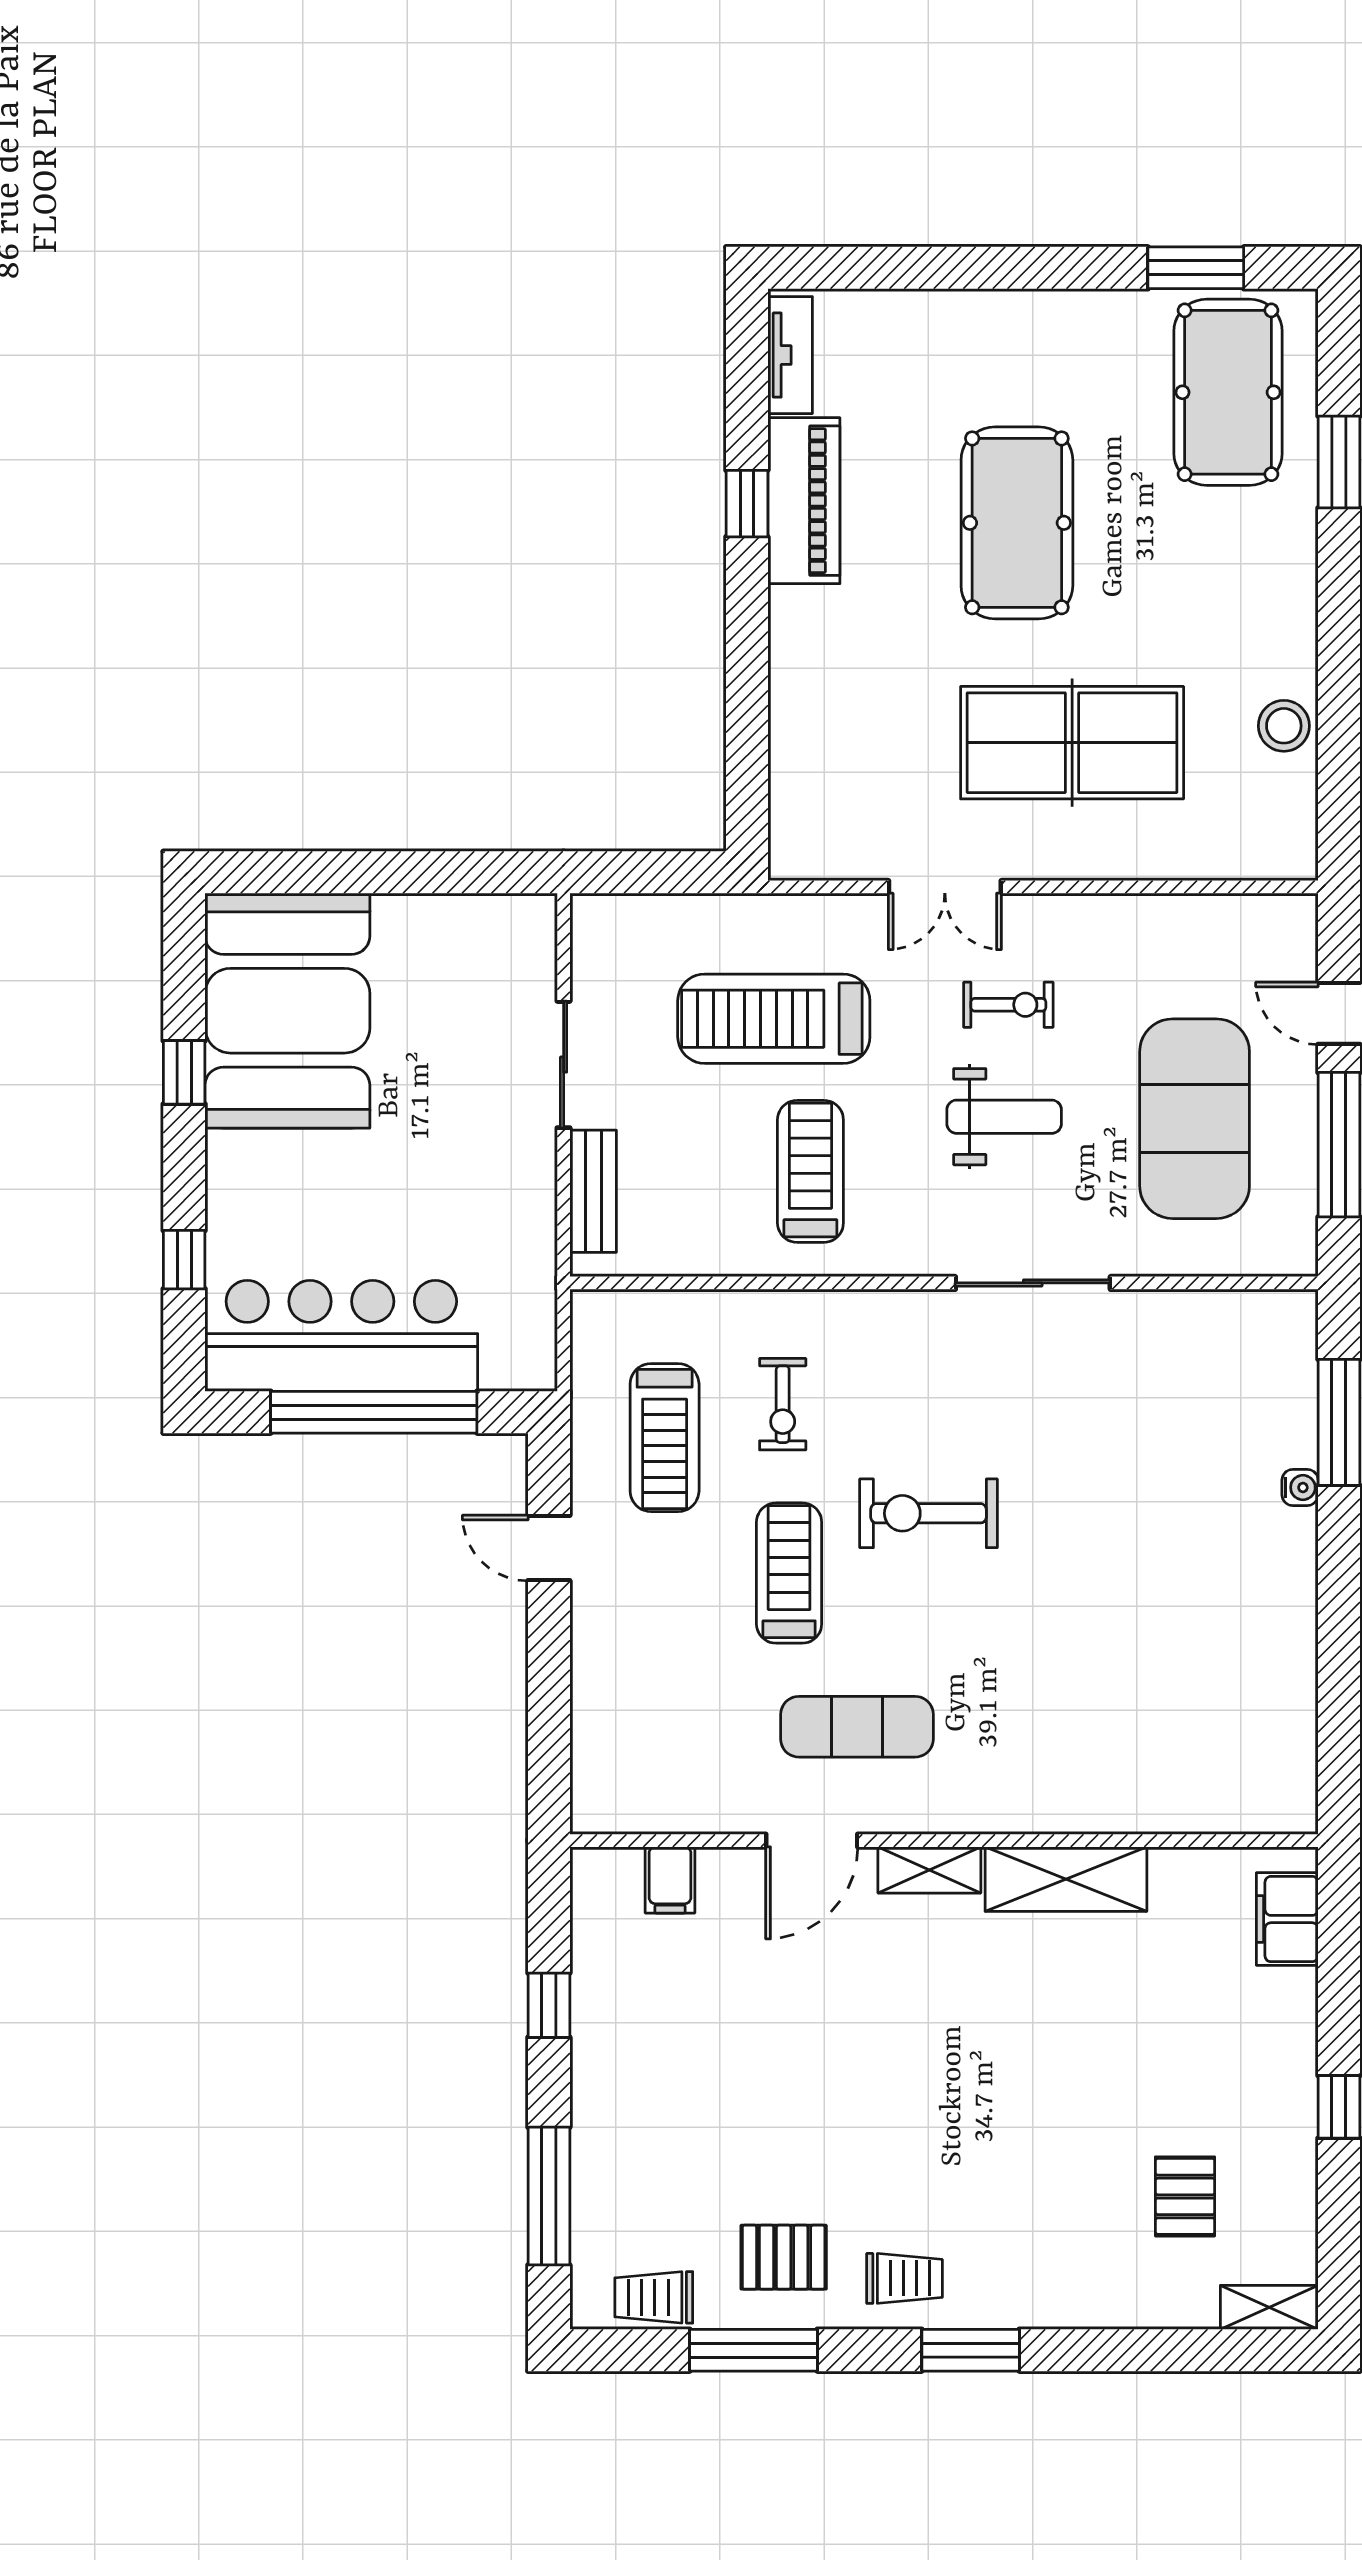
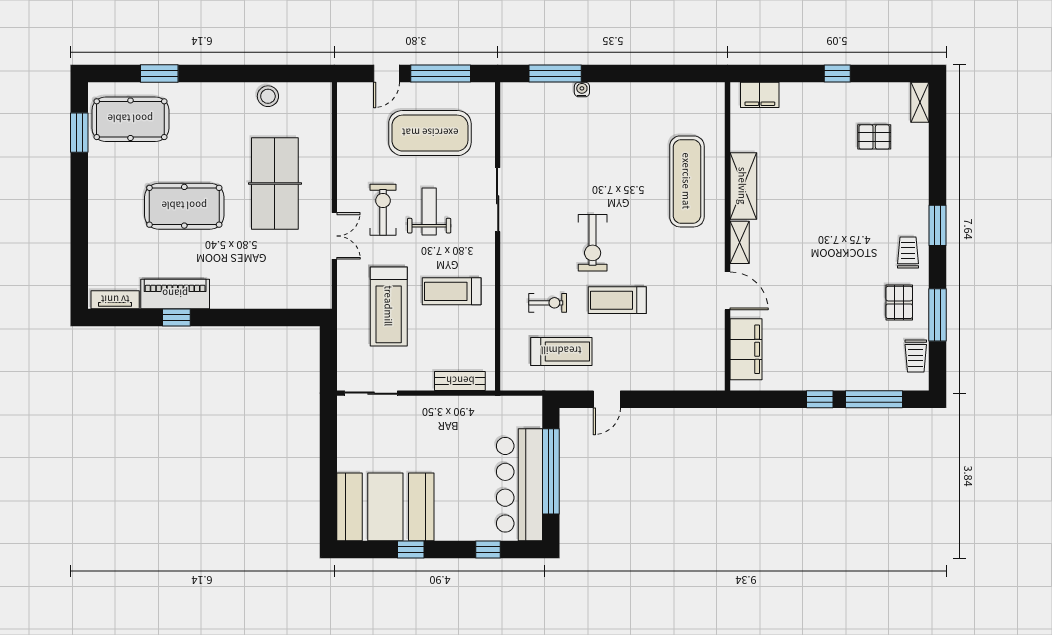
exercise bike: (1008, 1005) -> (383, 210), width x1.38, depth x1.39
sliding door: (564, 1065) -> (371, 393), moved
exercise mat: (857, 1727) -> (687, 181), moved, width x1.36, depth x1.45
filing cabinet: (670, 1880) -> (746, 349), width x3.00, depth x1.17
window: (549, 2005) -> (820, 399), moved

